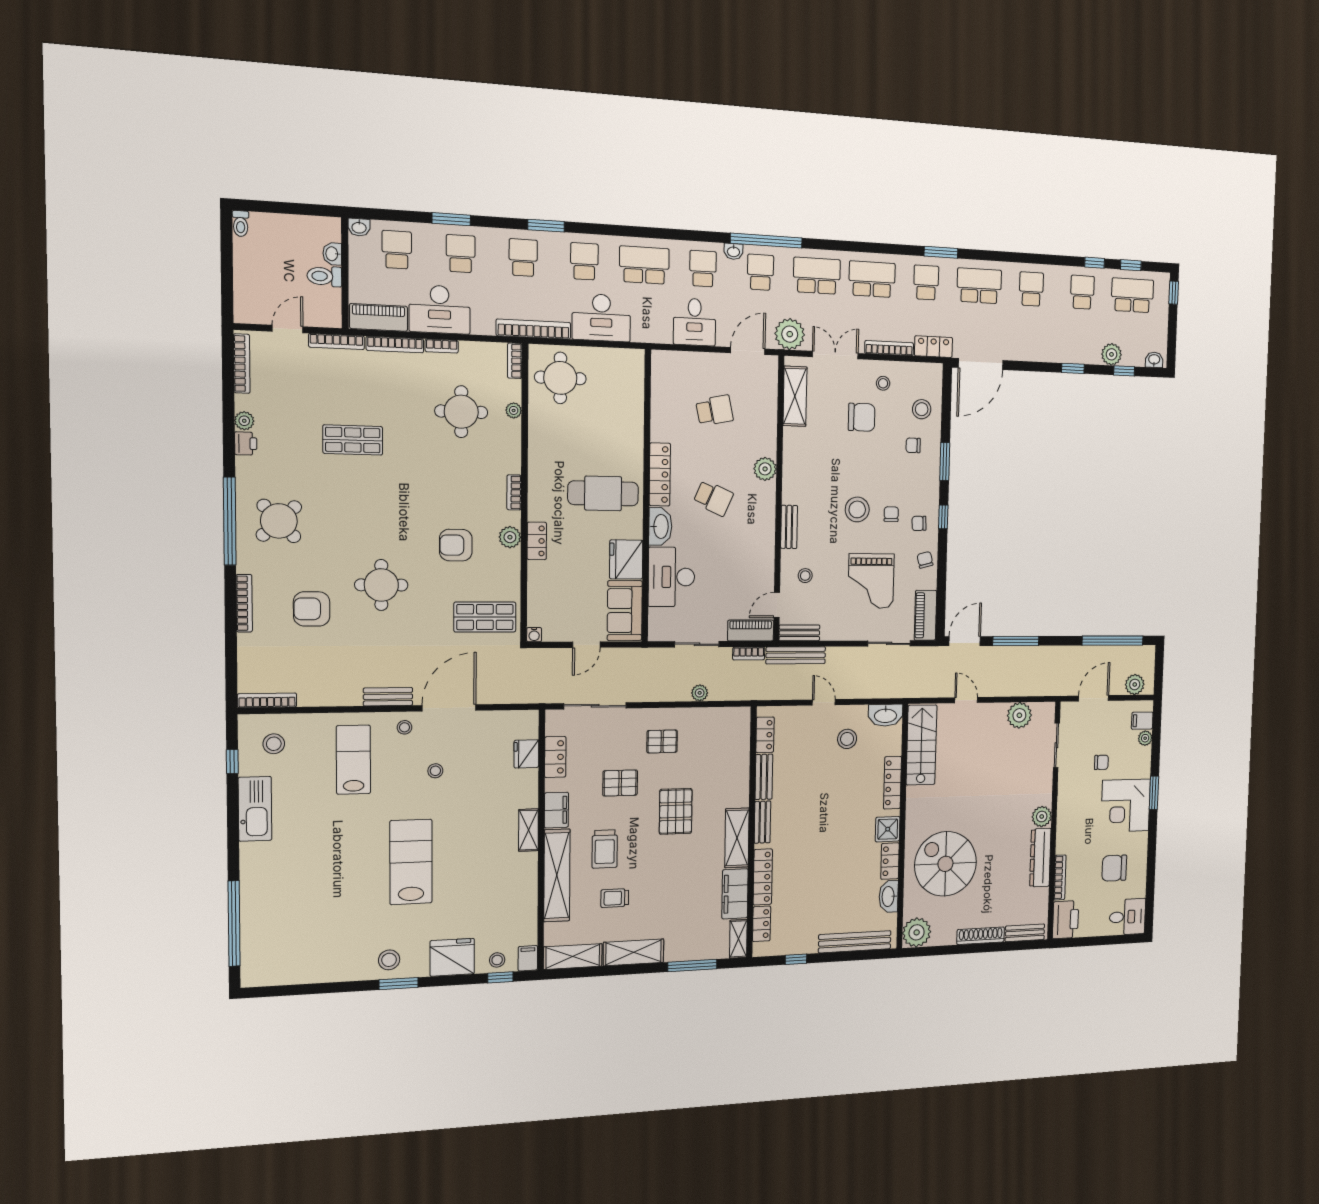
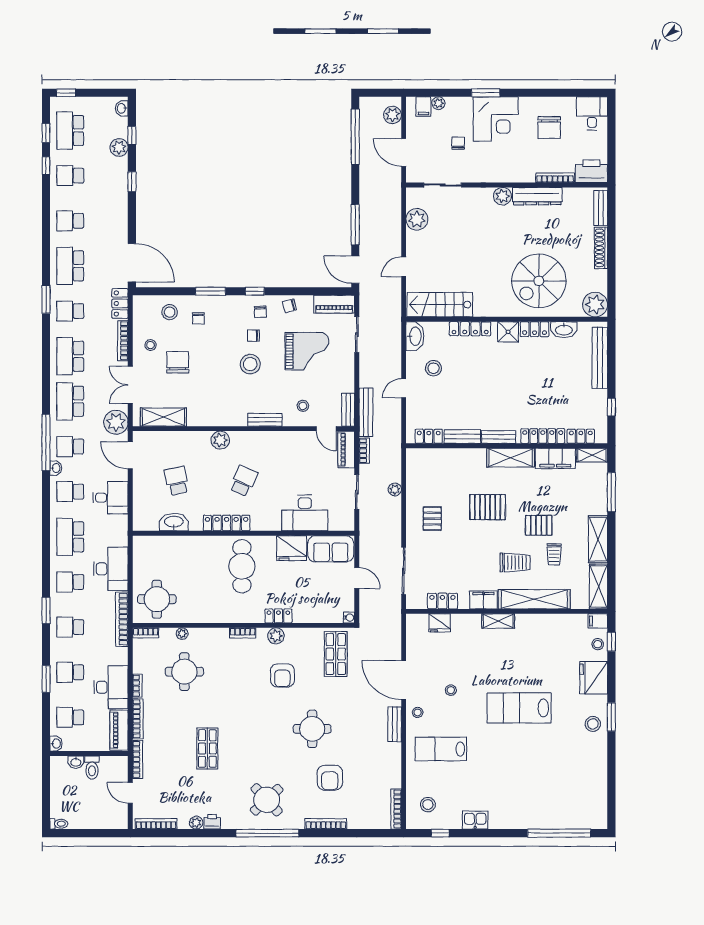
washbasin: (660, 526) -> (174, 522), moved
pallet: (620, 783) -> (539, 525), moved, turned 90
kitchen sink: (255, 809) -> (475, 820), width x0.53, depth x0.81

